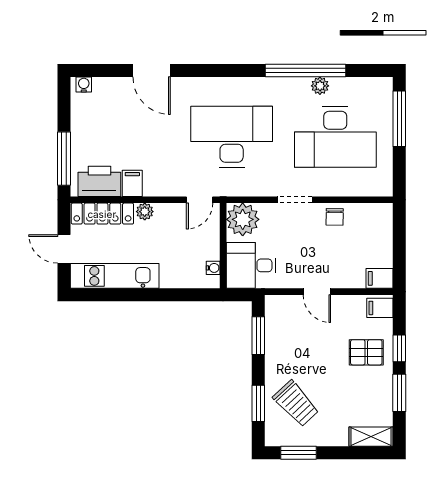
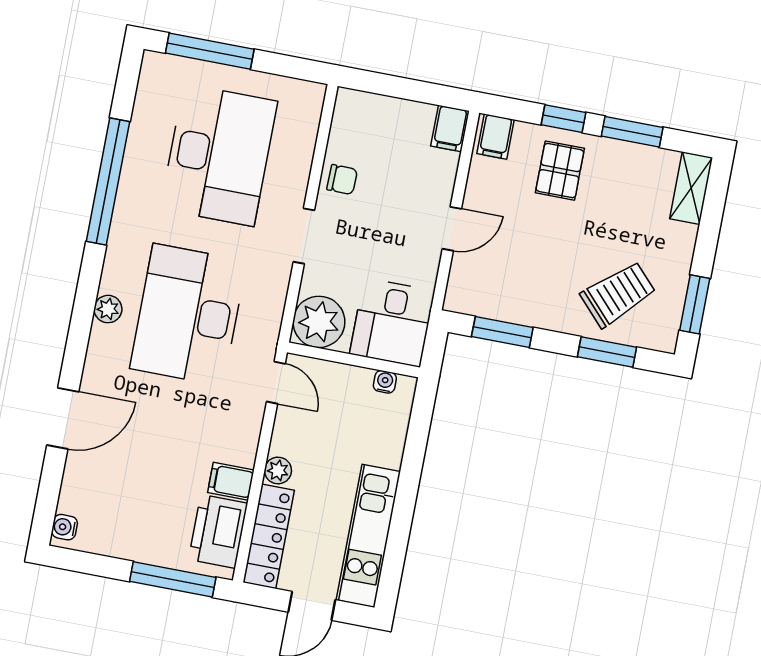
plant: (320, 86) -> (108, 309), moved

